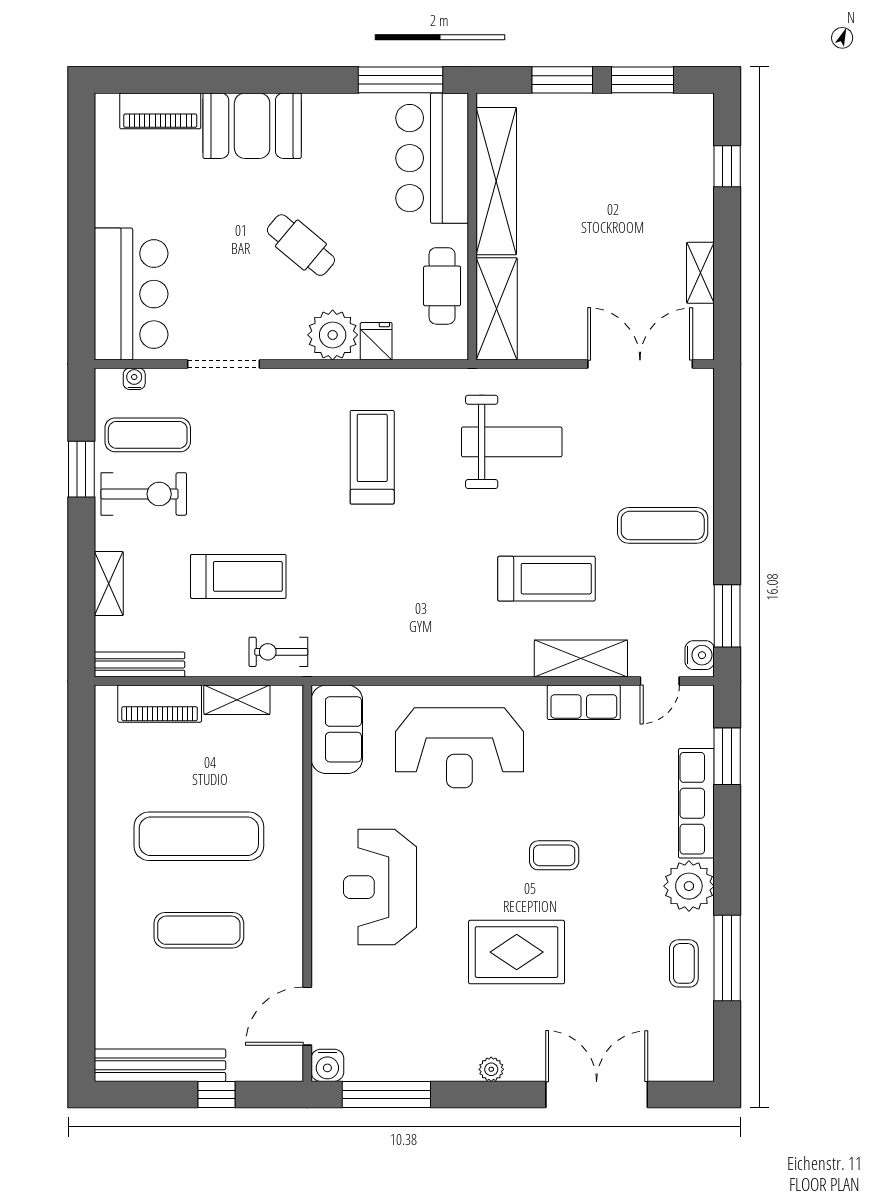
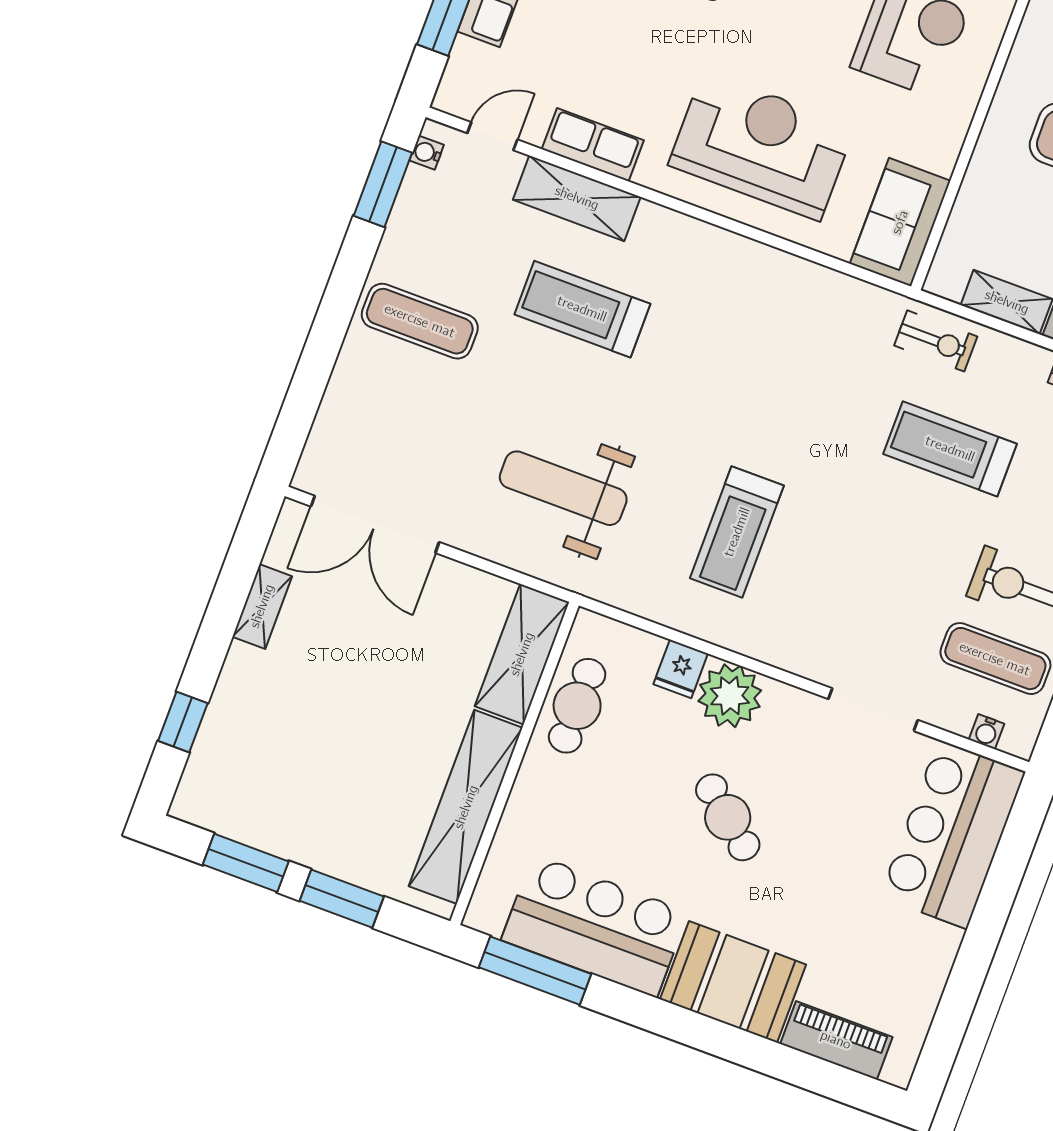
bar counter: (432, 158) -> (595, 926), moved, turned -90
water cooler: (700, 655) -> (427, 153), width x0.72, depth x0.72

